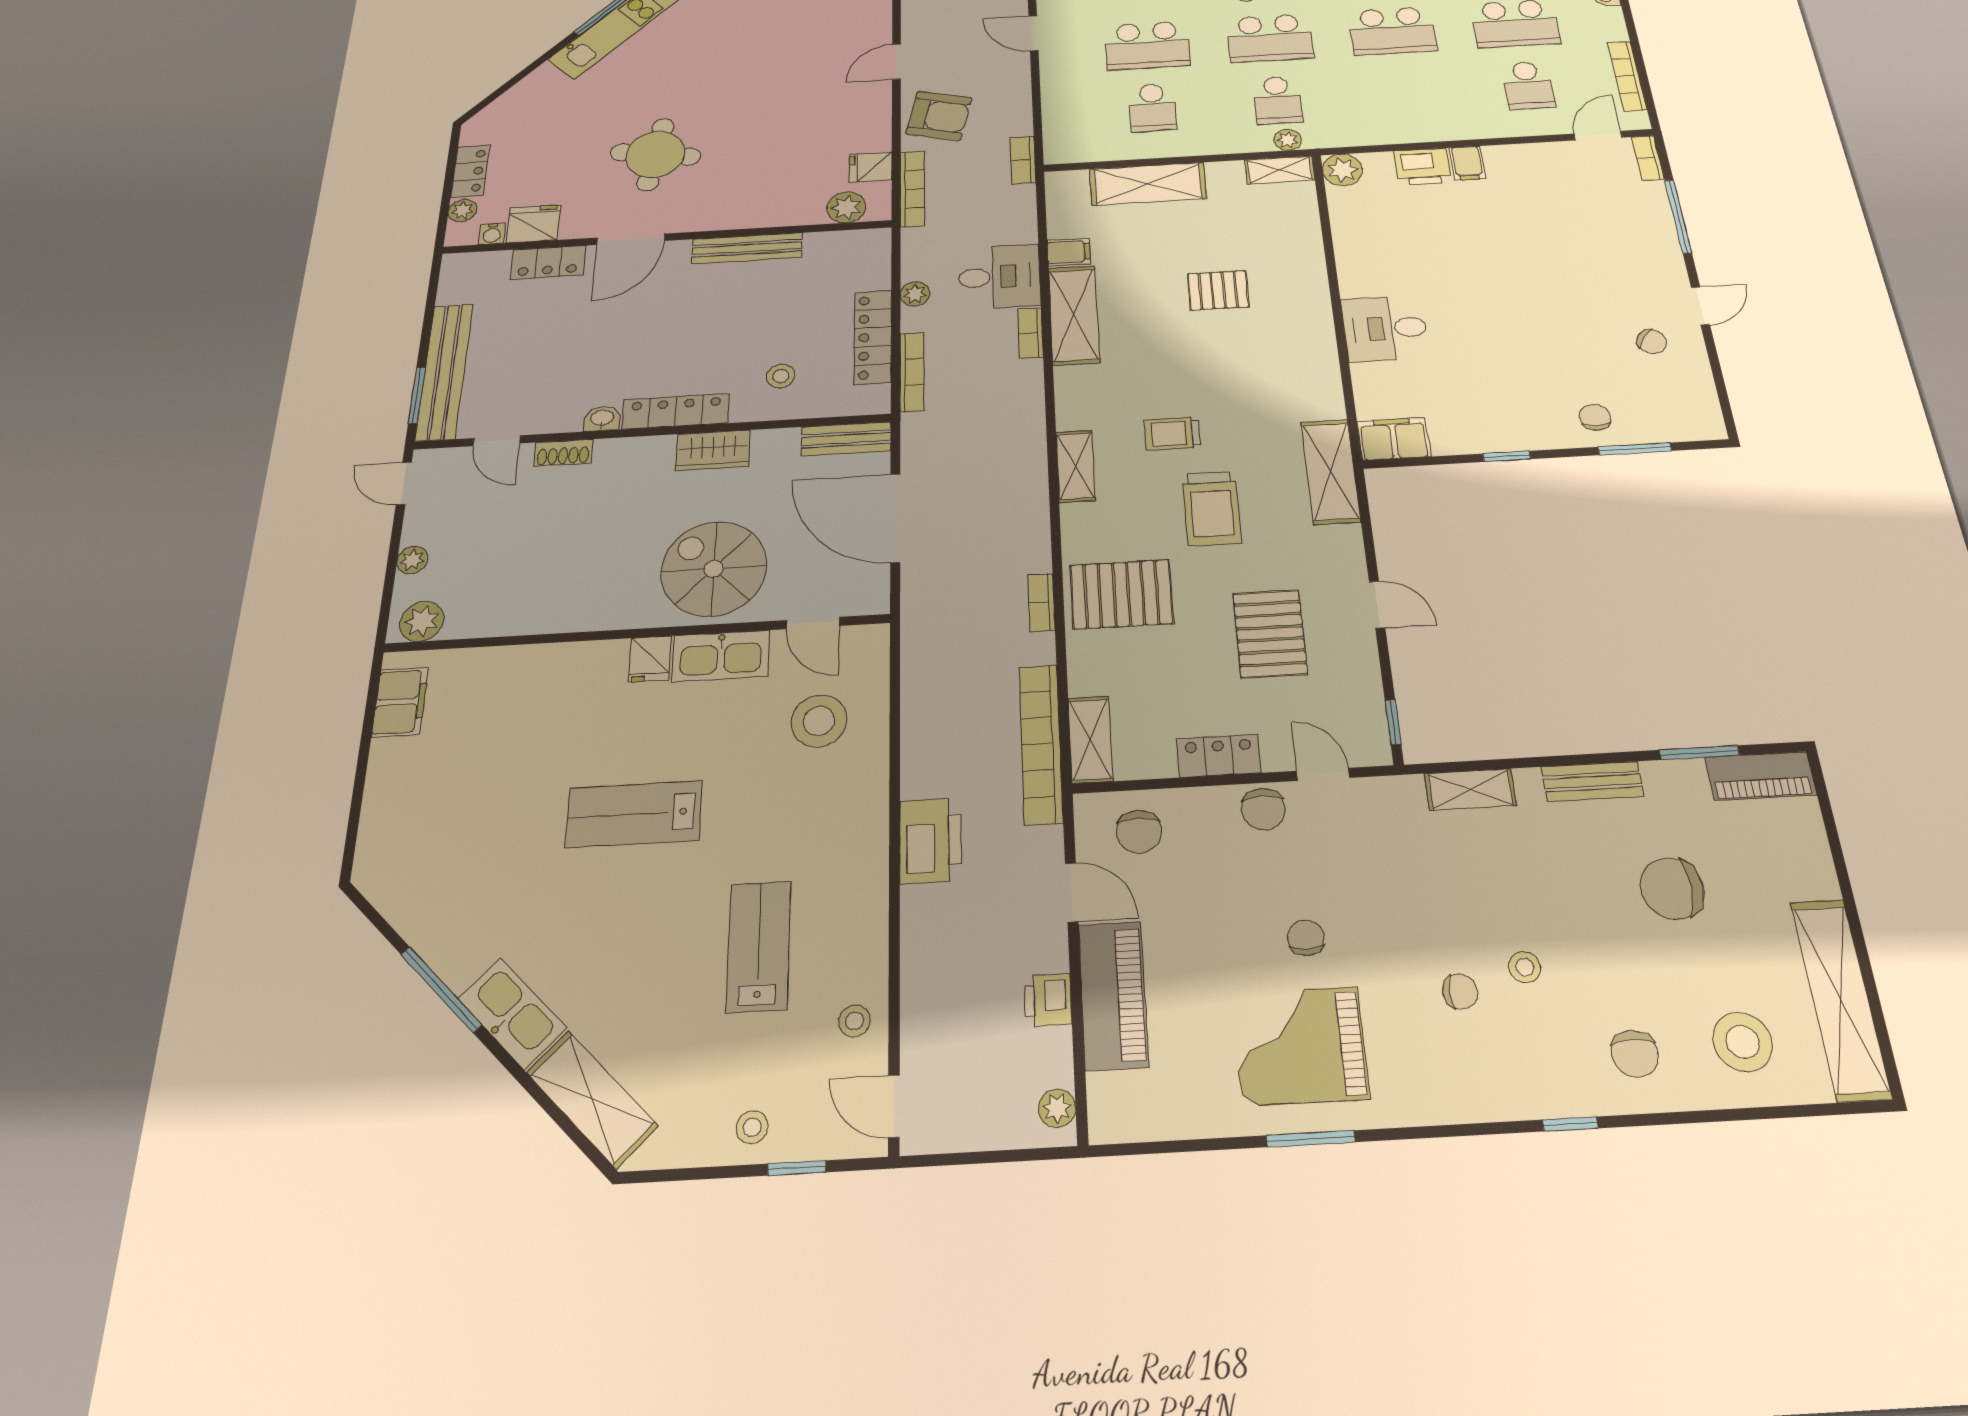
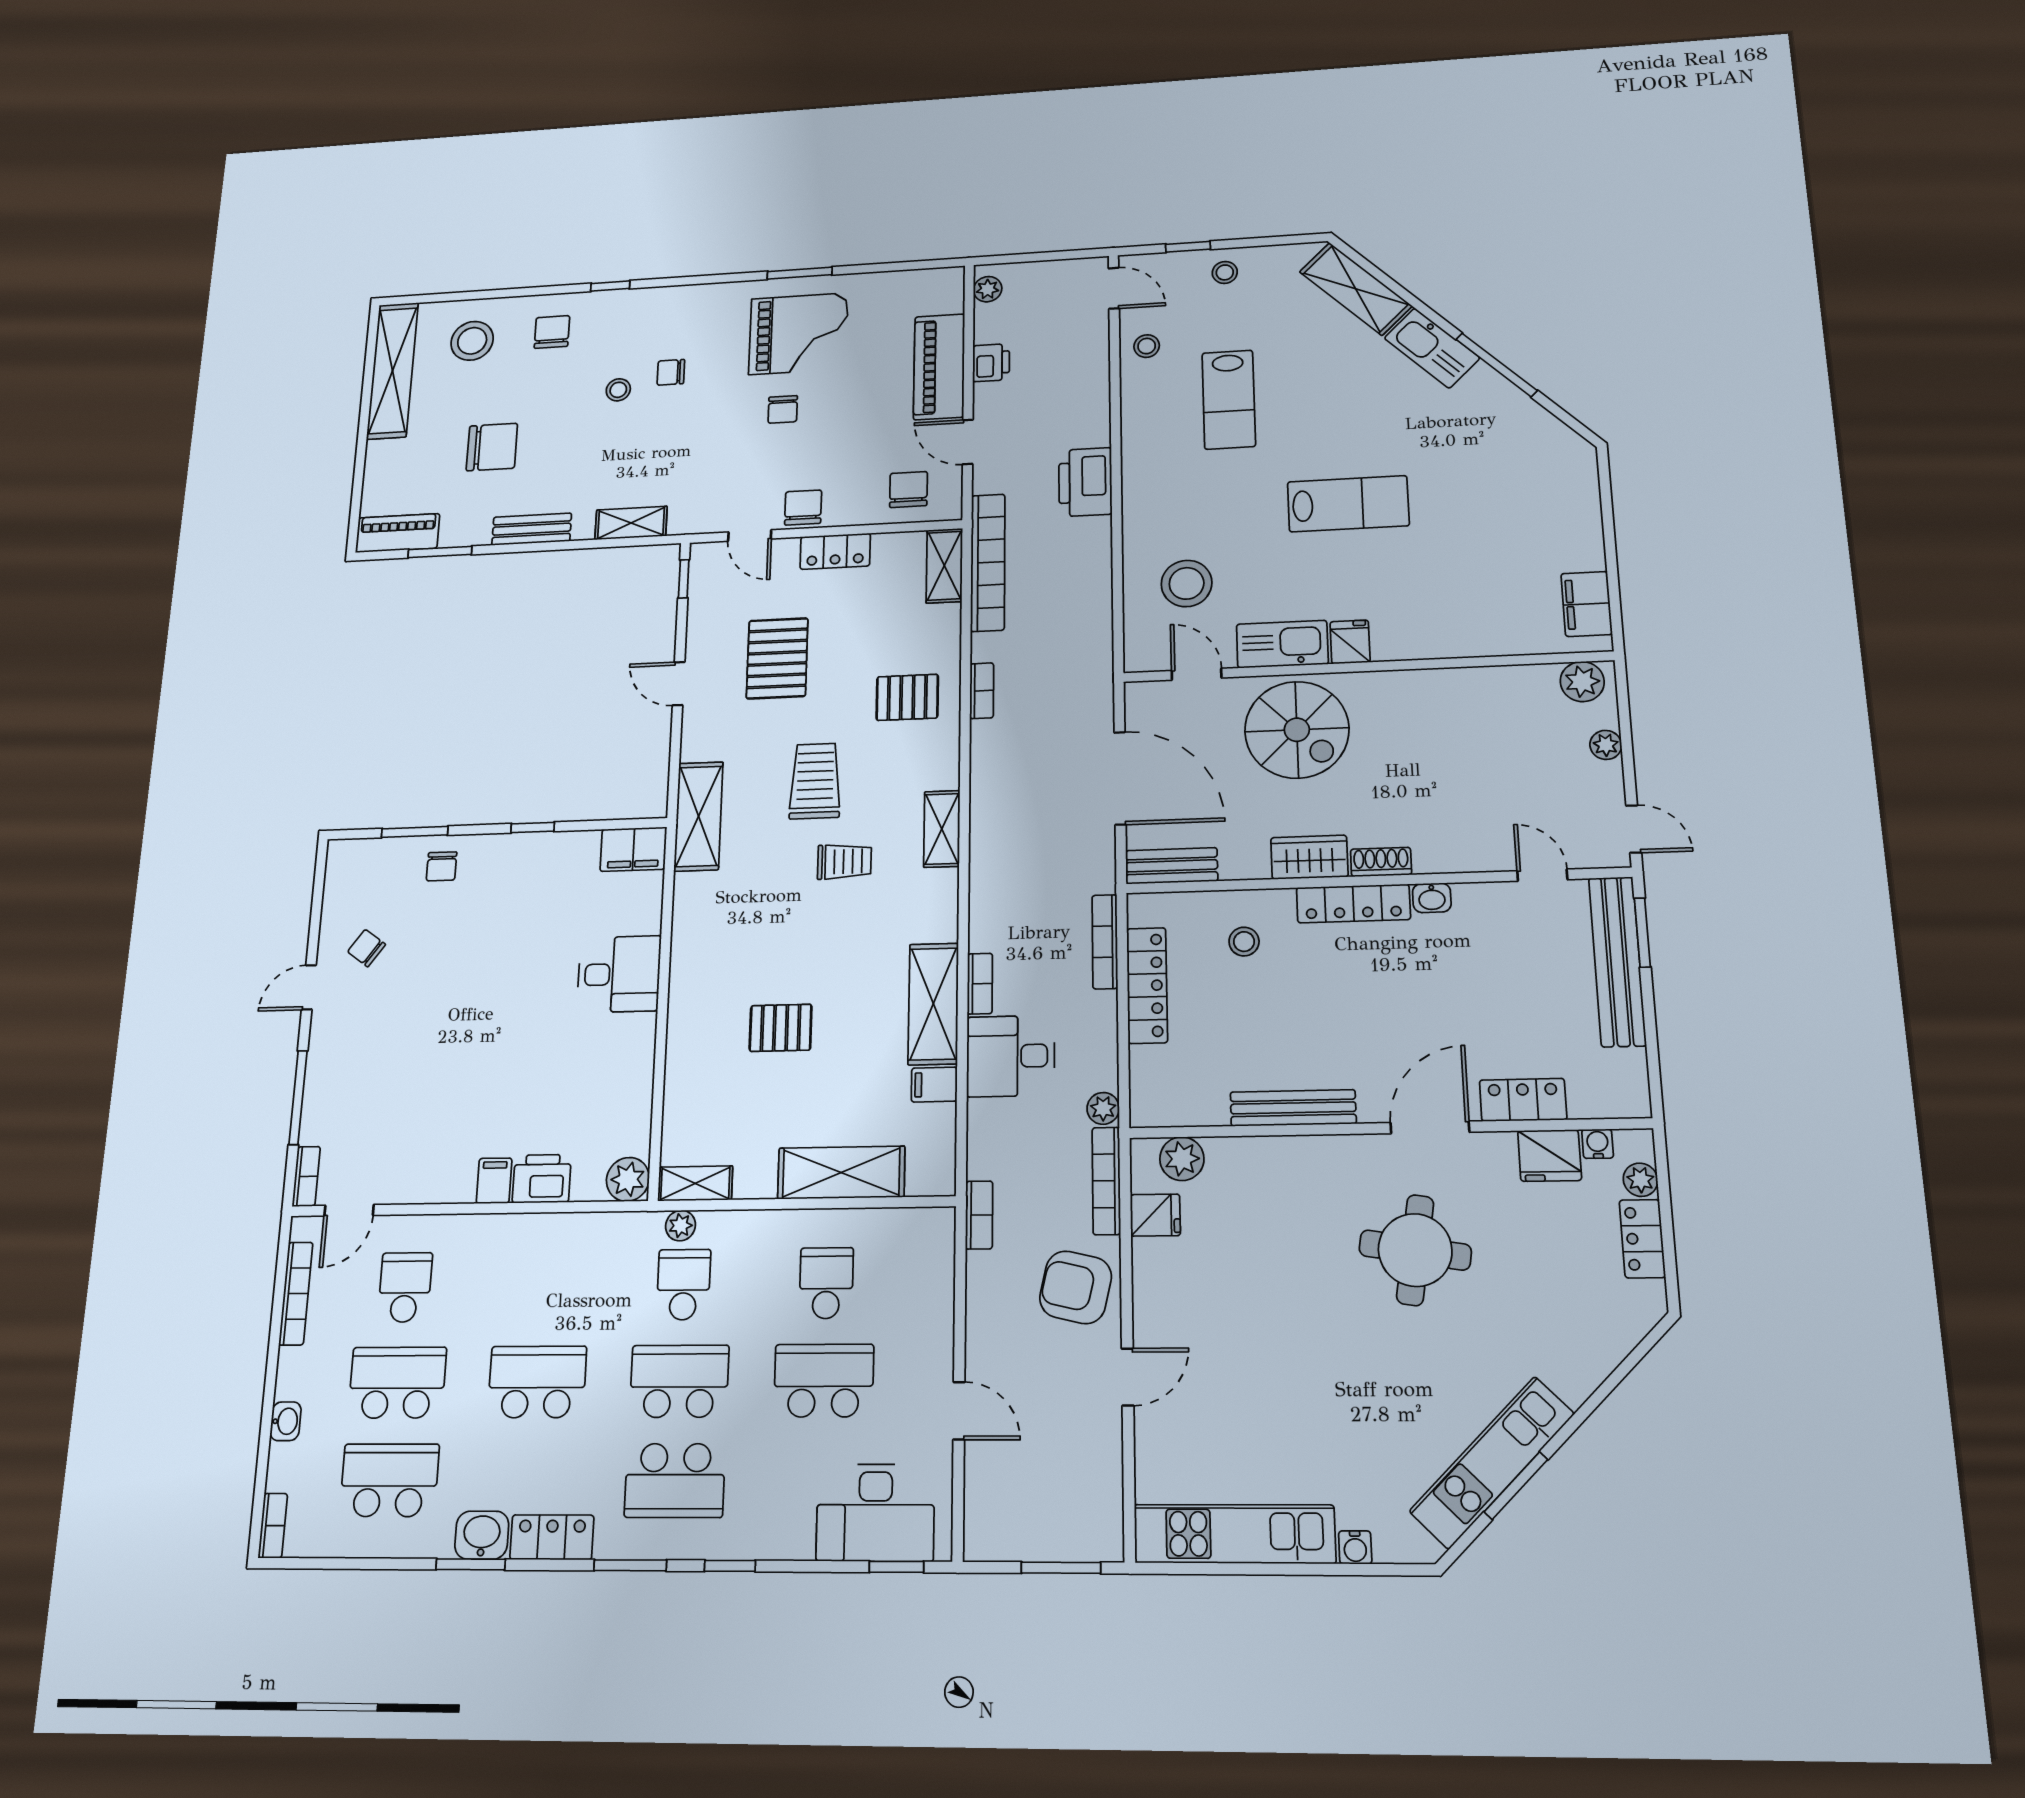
plant: (915, 294) -> (1103, 1108), moved
shoe rack: (563, 453) -> (1381, 862), moved
pallet: (1121, 594) -> (907, 697), width x0.67, depth x0.71

